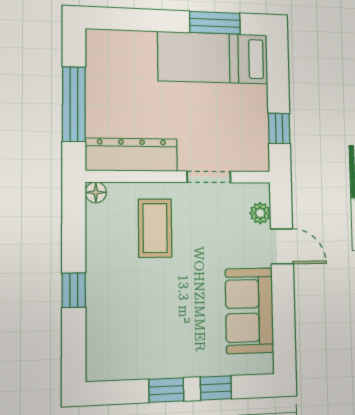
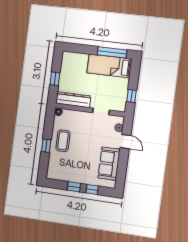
window: (215, 23) -> (112, 52), width x1.44
window: (74, 104) -> (55, 79), width x0.46
coffee table: (155, 228) -> (63, 141), moved

